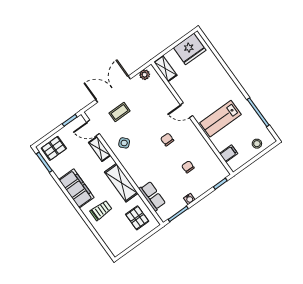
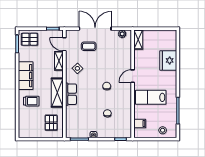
fridge: (190, 49) -> (168, 60), moved, turned 90
door: (186, 110) -> (133, 76), hinge flipped
row of seats: (152, 196) -> (71, 94), moved

